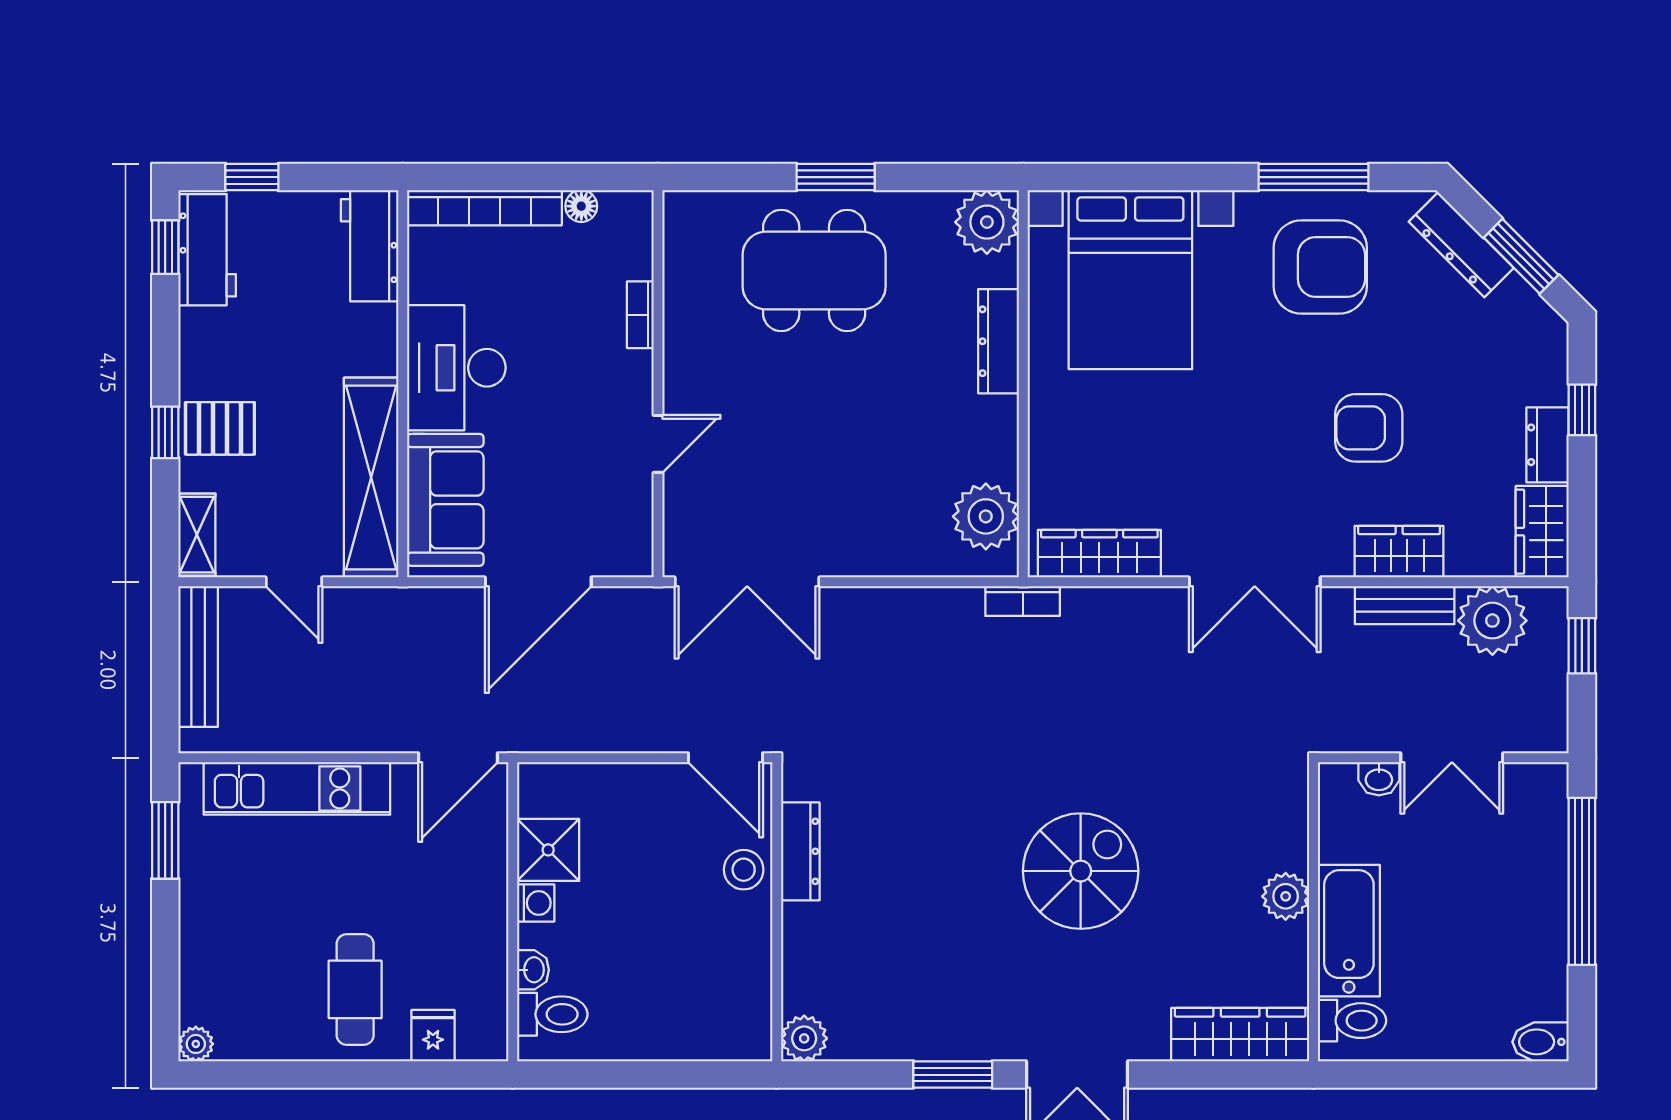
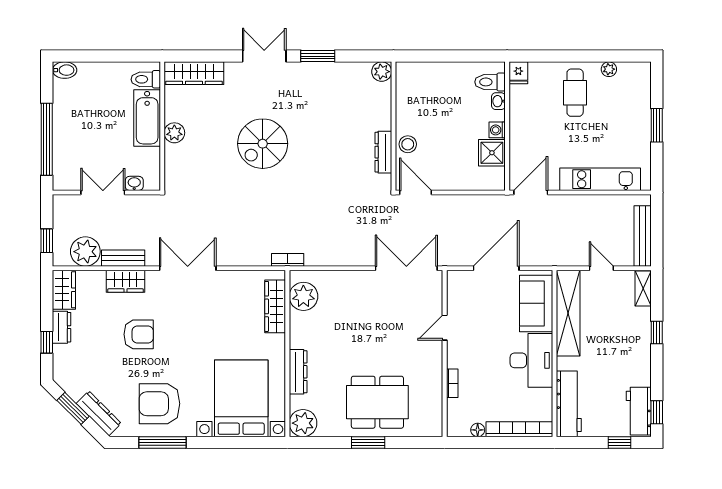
workbench: (370, 246) -> (569, 404), width x1.37
pallet: (220, 428) -> (633, 334), removed
wardrobe: (1099, 554) -> (275, 306), moved, turned 90
window: (165, 840) -> (657, 125), moved
fridge: (433, 1036) -> (518, 73), moved
plant: (196, 1044) -> (609, 69), moved

